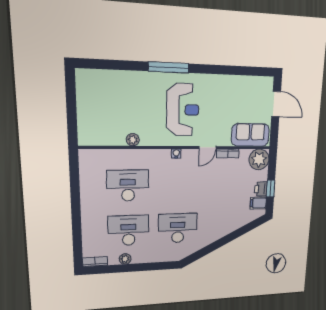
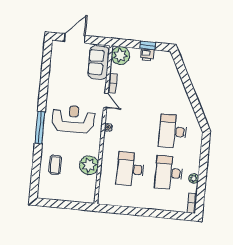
coffee table: (123, 90) -> (55, 165), added
plant: (133, 140) -> (89, 165), width x1.88, depth x1.88
filing cabinet: (258, 203) -> (160, 57), removed

